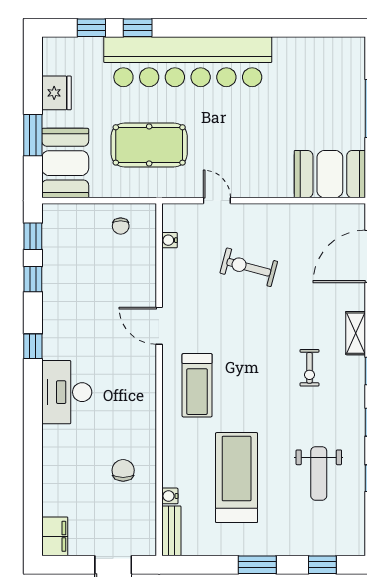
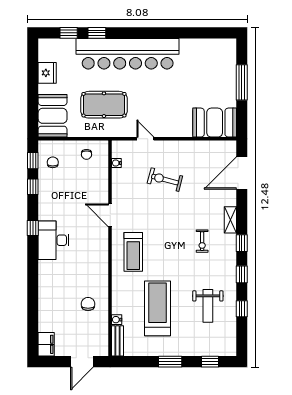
window: (33, 135) -> (33, 99), removed
chair: (65, 239) -> (53, 162), added
desk: (67, 392) -> (53, 240), moved

